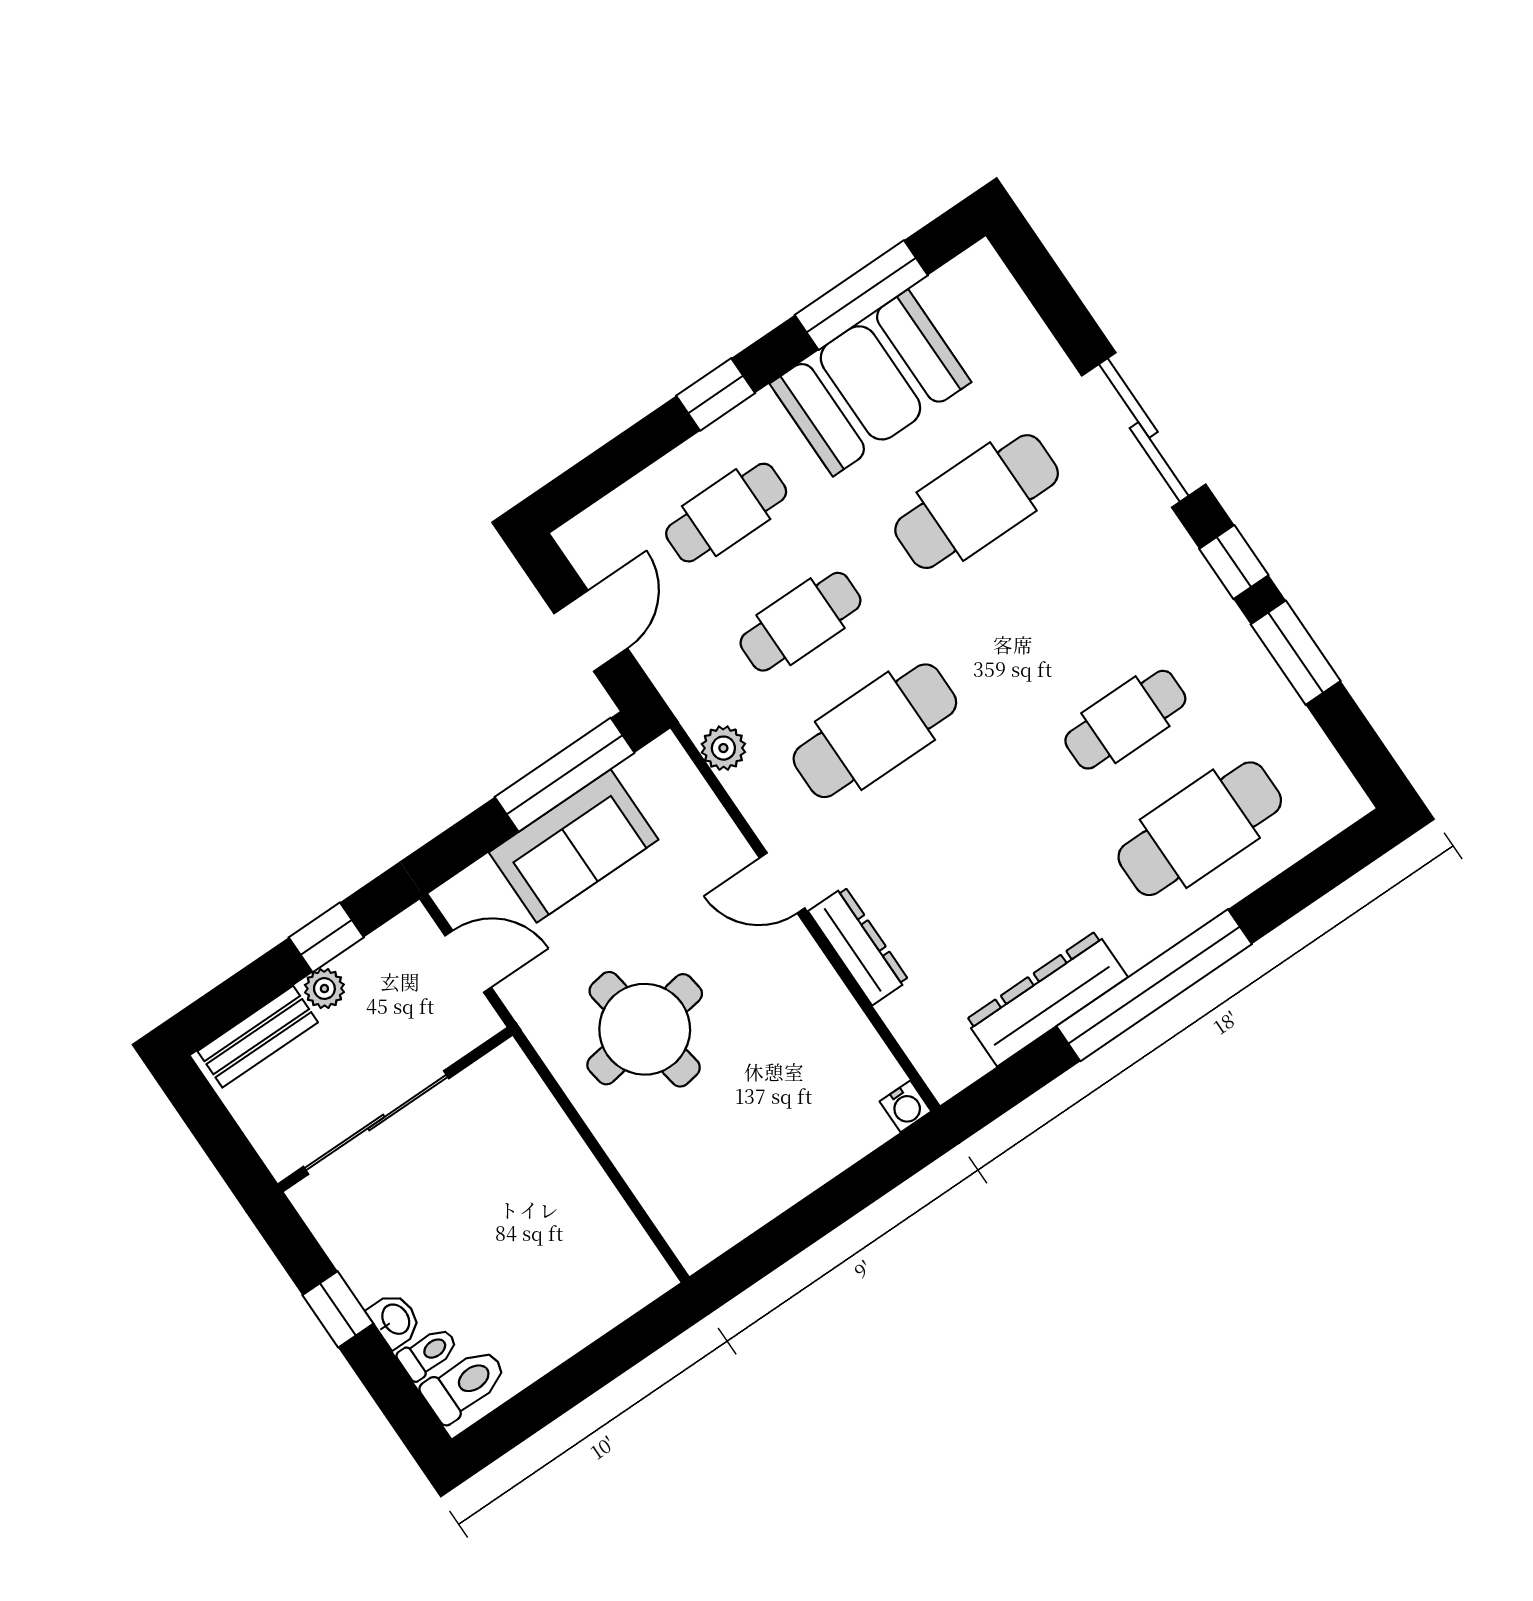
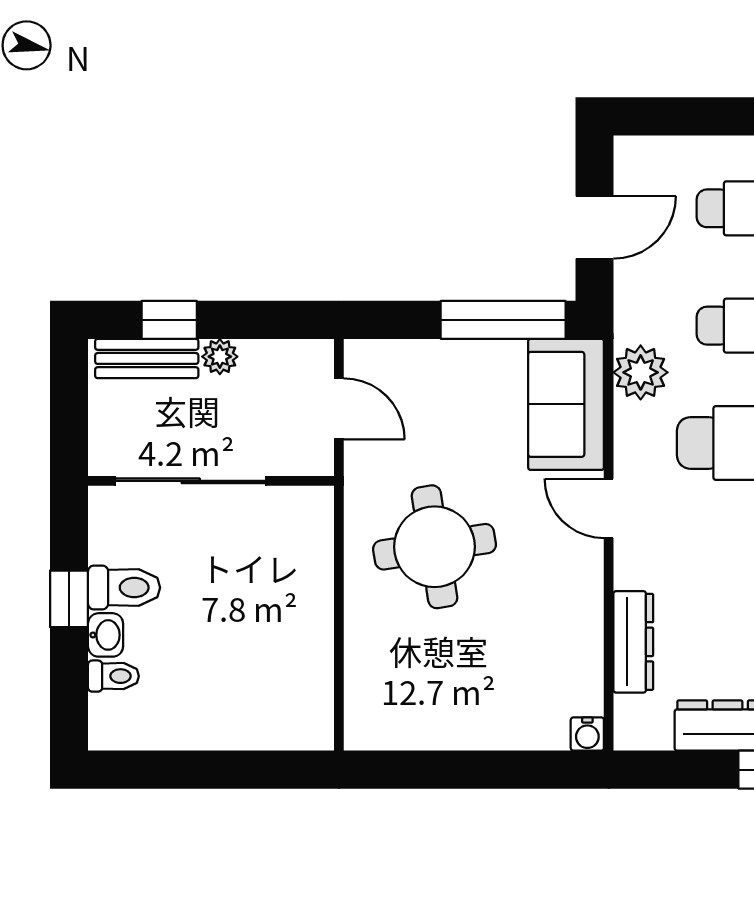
plant: (723, 748) -> (641, 372), width x1.38, depth x1.38
sofa: (574, 846) -> (566, 404), moved, turned 90
window: (326, 937) -> (169, 320), moved
dresser: (858, 946) -> (633, 642), moved
toilet: (464, 1385) -> (124, 588), moved

